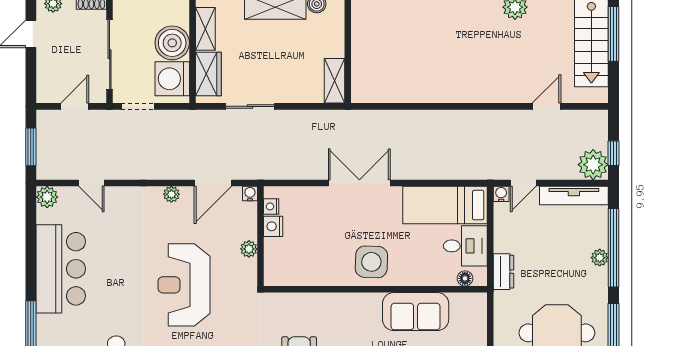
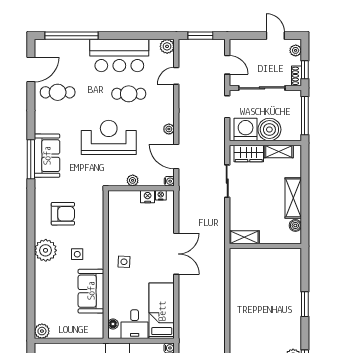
cafe table: (118, 255) -> (129, 94), added
side table: (371, 262) -> (124, 262), width x0.54, depth x0.54
side table: (360, 332) -> (77, 254), added

